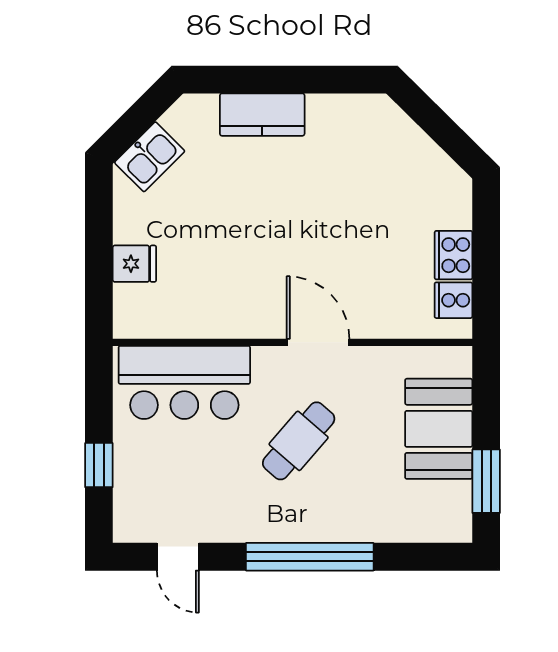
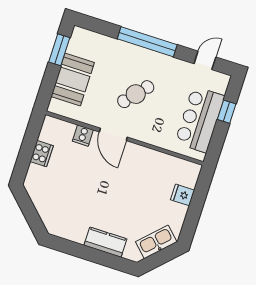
kitchen sink: (150, 157) -> (156, 242), width x1.38
cooker: (453, 300) -> (83, 135), moved, turned 90
bar counter: (184, 382) -> (200, 119), moved, turned -90
door: (178, 557) -> (205, 60), hinge flipped

